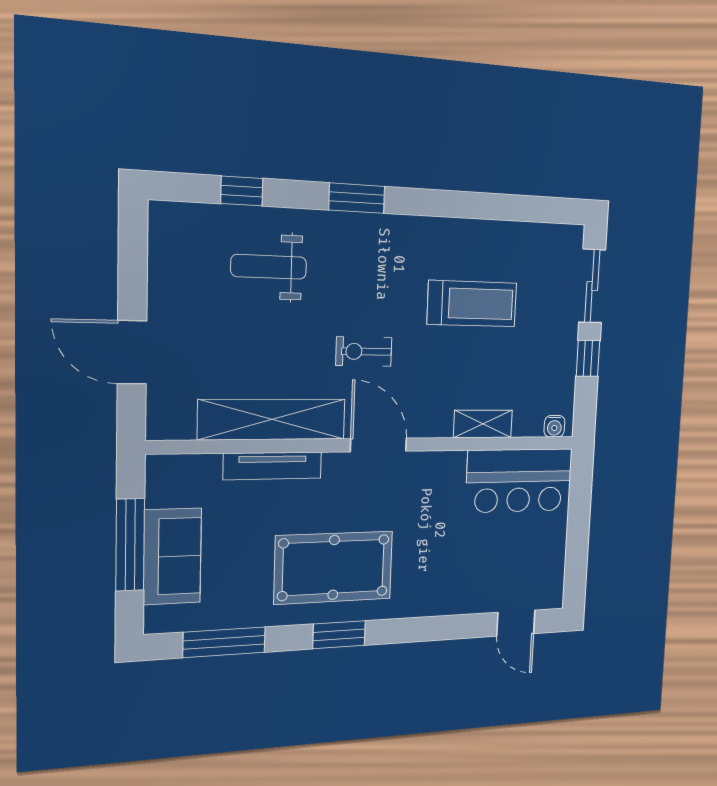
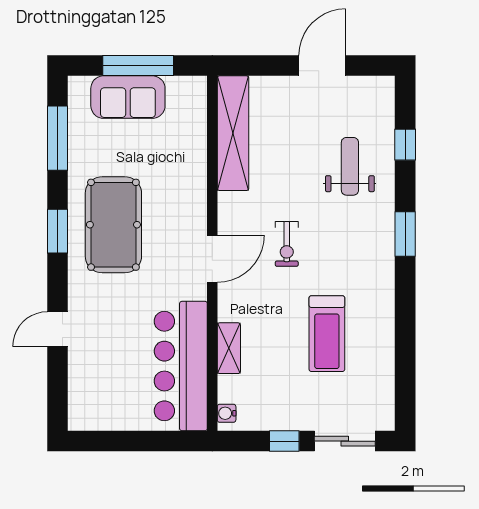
door: (132, 352) -> (322, 66), moved
exercise bike: (364, 352) -> (287, 244), turned 180
shelving: (272, 419) -> (233, 133), moved
tv unit: (273, 466) -> (197, 173), removed
bar counter: (519, 481) -> (181, 366), width x1.36
door: (516, 623) -> (57, 329), moved

